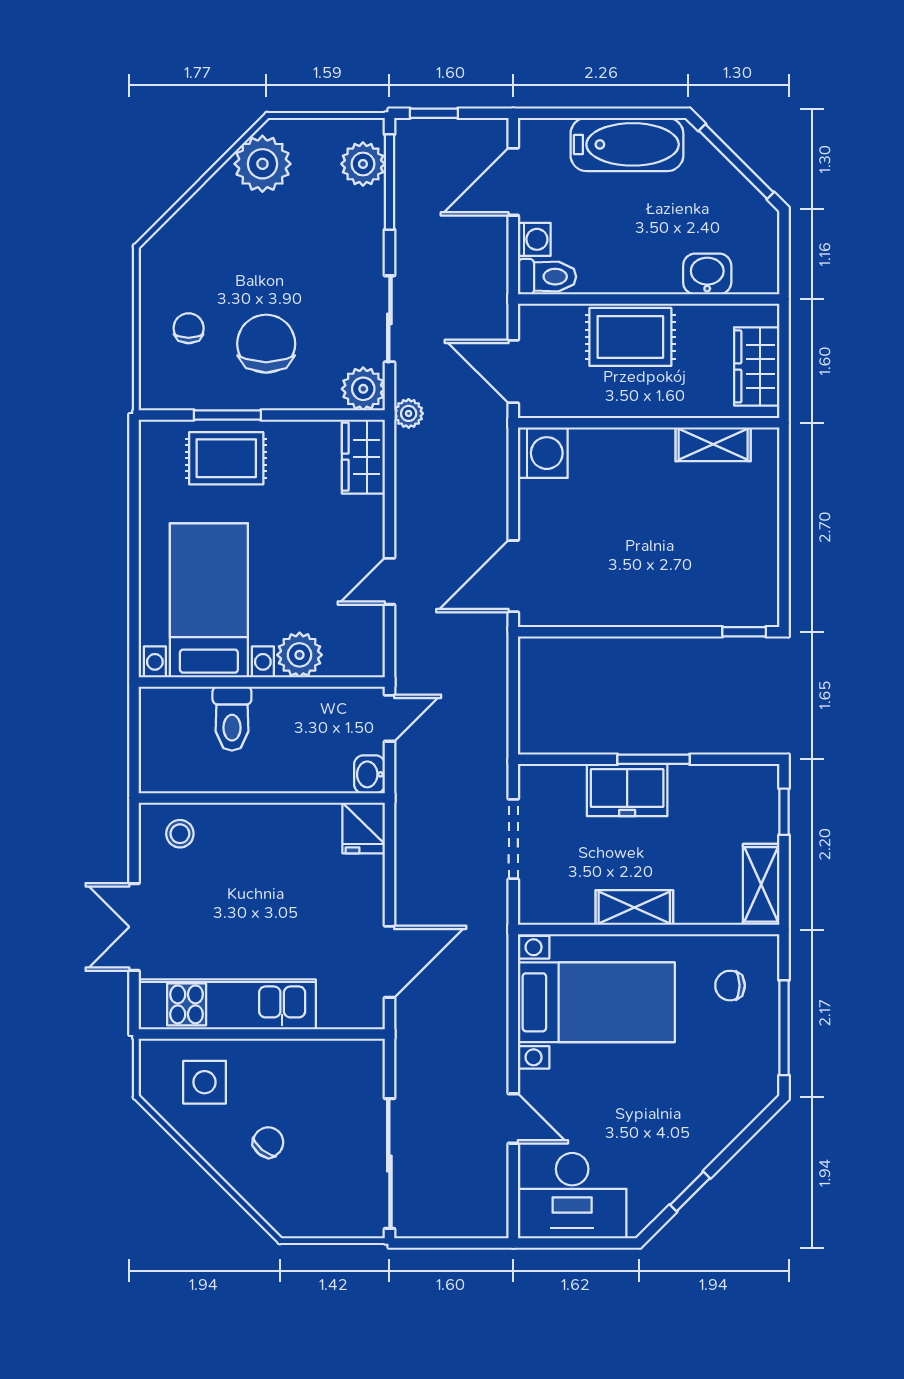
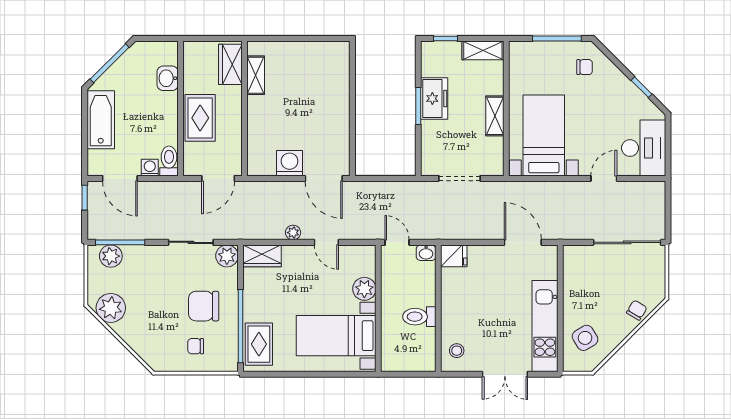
window: (434, 113) -> (85, 198), moved
wardrobe: (757, 366) -> (230, 64), moved, turned 90
plant: (409, 413) -> (293, 233), moved
window: (227, 415) -> (240, 326), width x2.11
washing machine: (543, 453) -> (289, 163), moved
rug: (226, 458) -> (259, 344), moved
window: (744, 632) -> (352, 59), removed
toilet: (232, 719) -> (419, 317), moved, turned 180
freezer: (627, 790) -> (434, 98), moved
chair: (730, 986) -> (585, 67), moved, turned -90
side table: (205, 1082) -> (585, 338), turned -31
chair: (268, 1142) -> (637, 310), moved, turned 82

